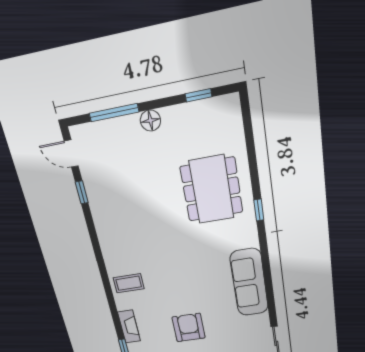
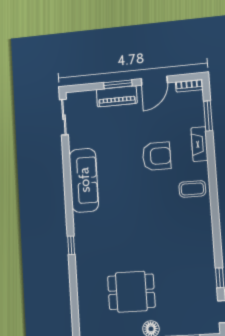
dining table: (212, 190) -> (131, 292), moved, width x0.73
armchair: (189, 328) -> (157, 156), moved, turned -90

